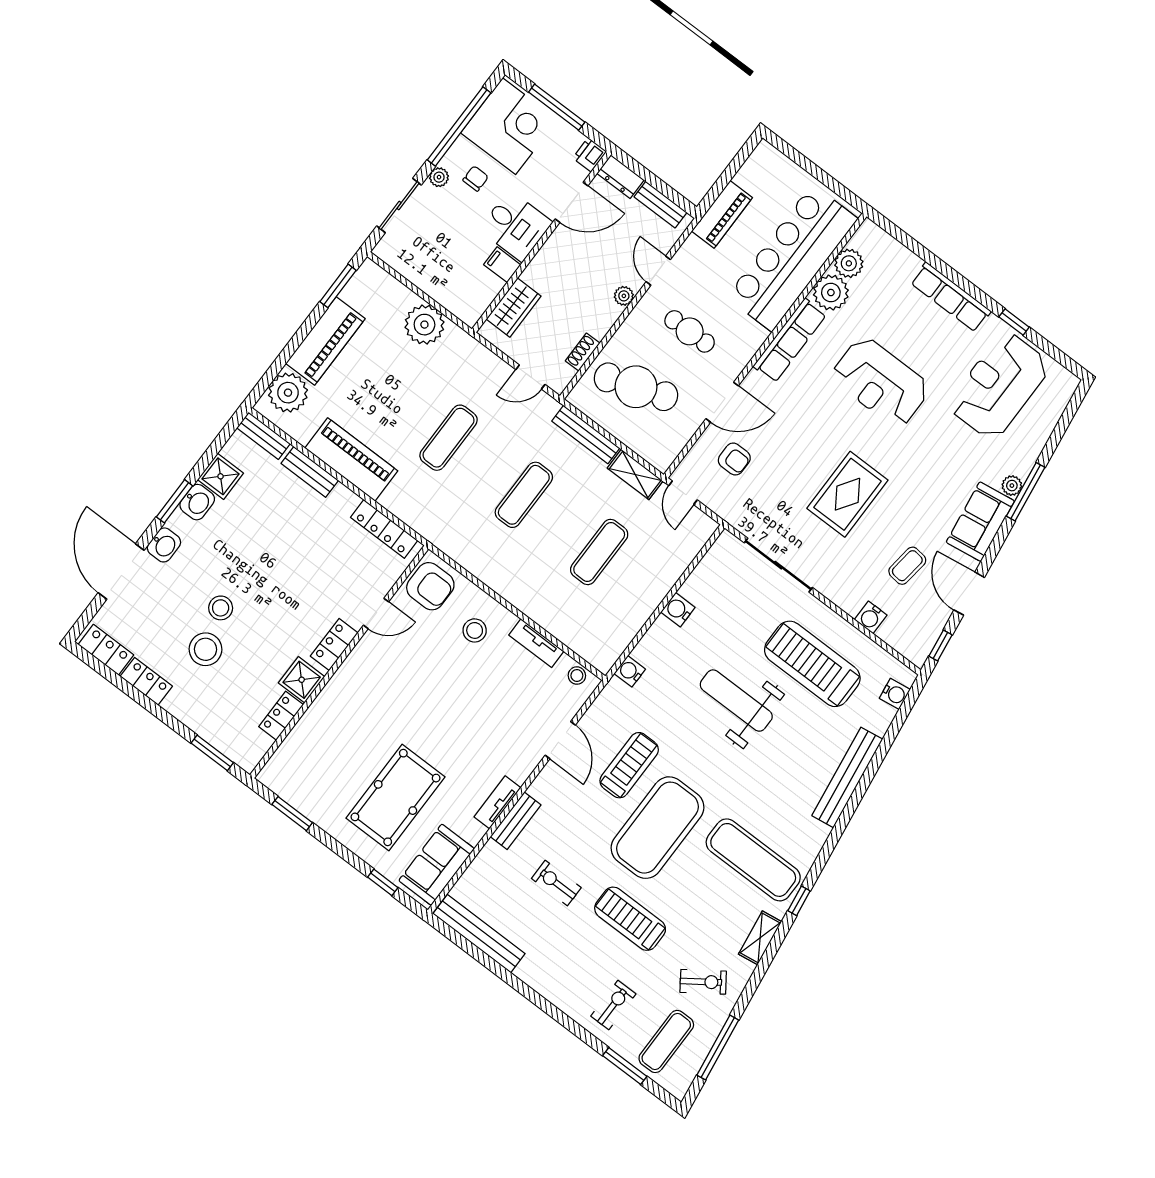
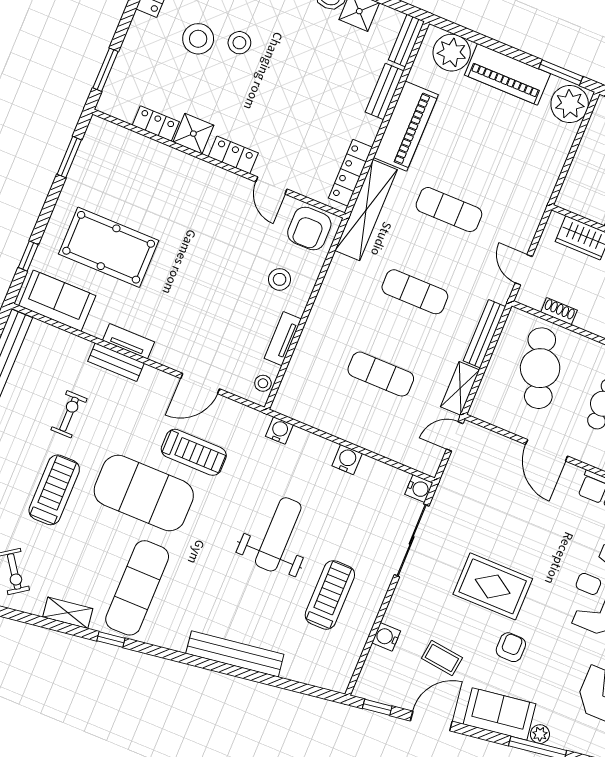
plant: (424, 325) -> (570, 104), moved
armchair: (734, 459) -> (511, 647), moved, turned 180
shelving: (427, 523) -> (366, 210), added
treadmill: (812, 664) -> (330, 595), width x0.73, depth x0.73
water cooler: (895, 694) -> (419, 488), moved, turned -82

